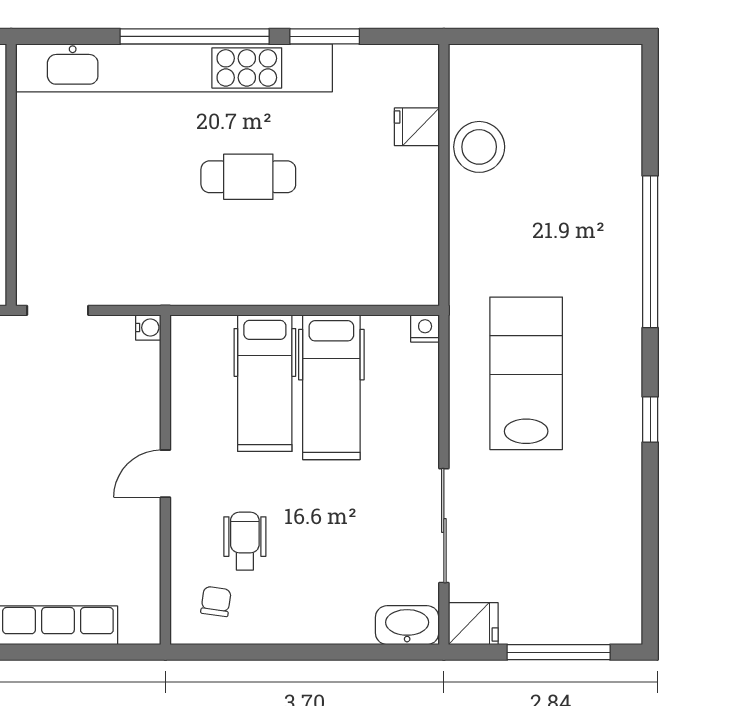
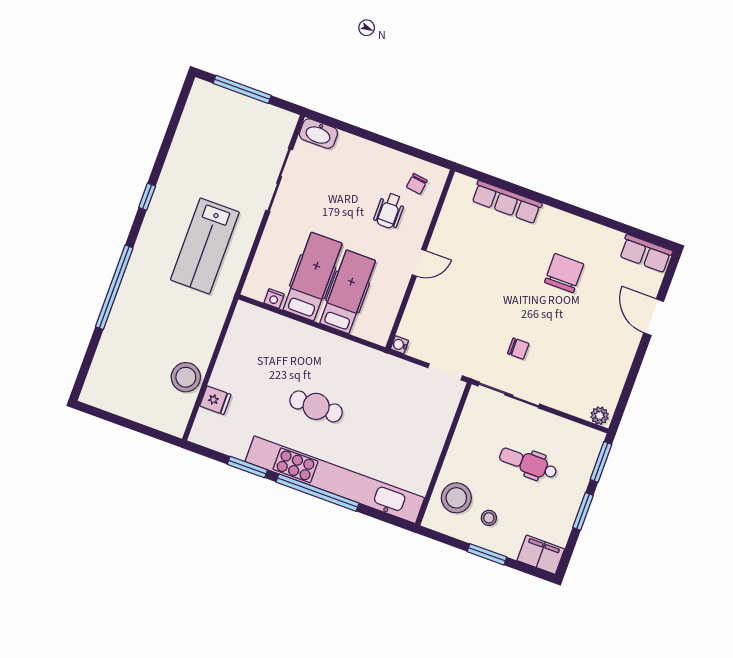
nightstand: (425, 328) -> (274, 299), moved
fridge: (473, 624) -> (282, 121), removed

